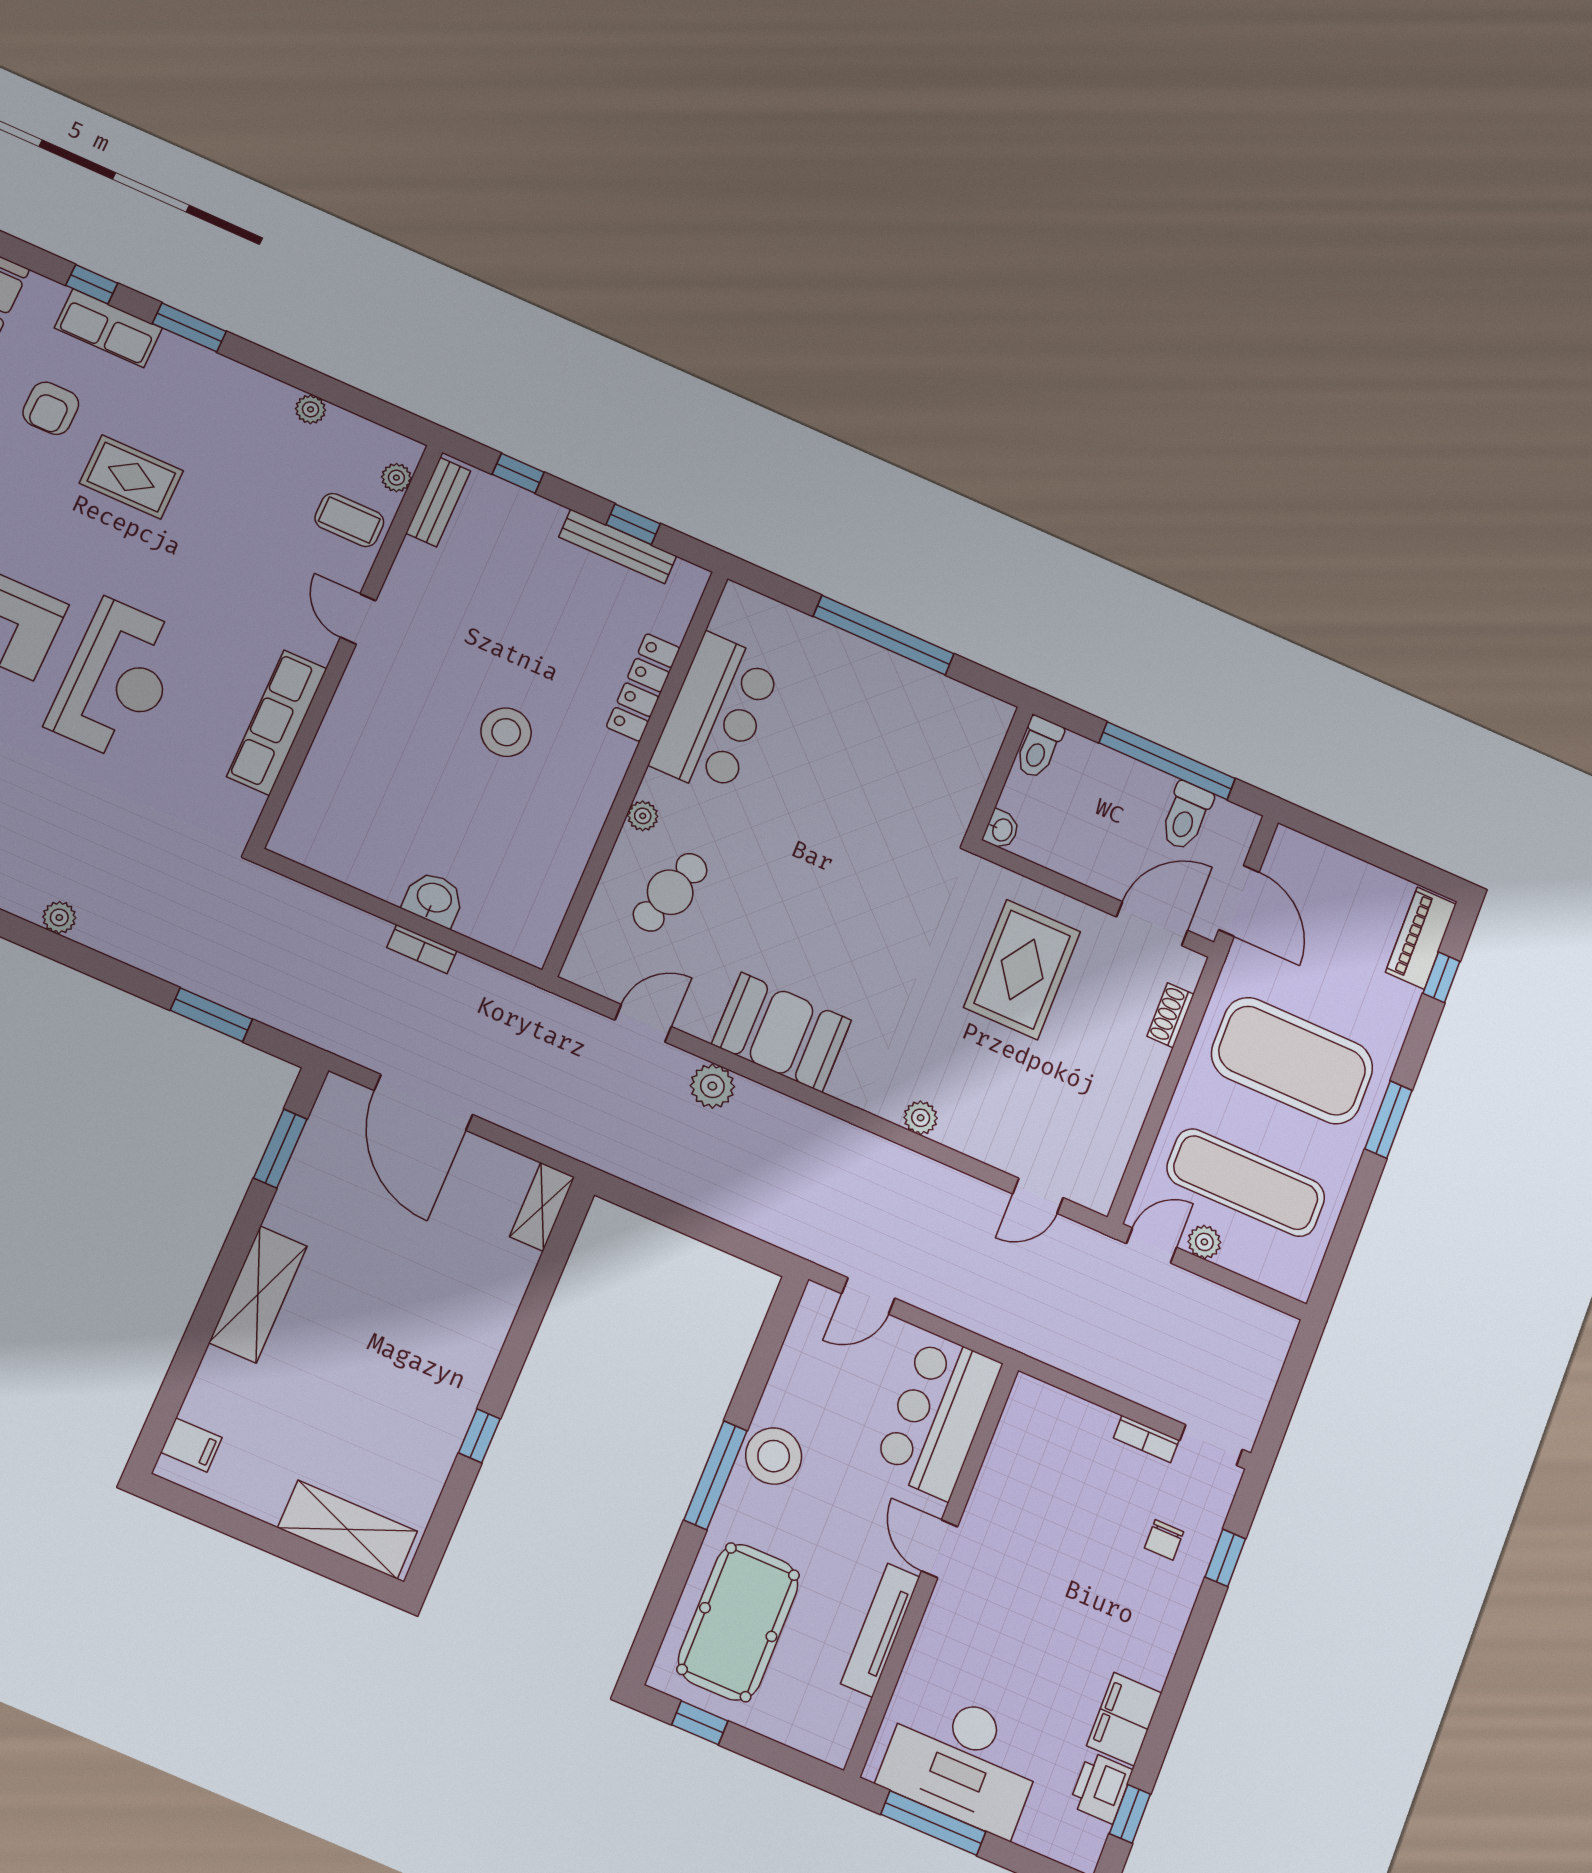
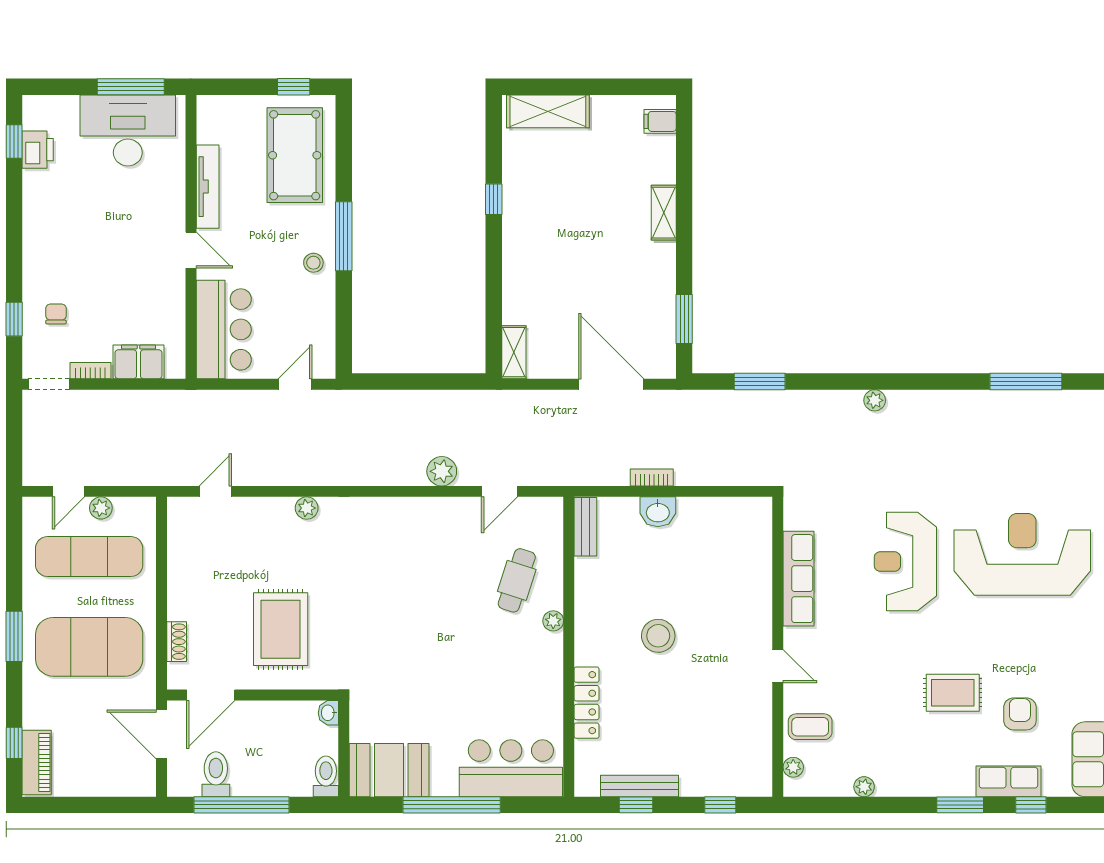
bench: (438, 502) -> (585, 527), moved
bar counter: (716, 715) -> (511, 768), moved, turned 90
booth: (782, 1032) -> (389, 770), moved
door: (1151, 1245) -> (68, 491), moved
shelving: (258, 1294) -> (664, 213), width x0.67, depth x0.75
stool: (774, 1456) -> (313, 263), width x0.53, depth x0.53
filing cabinet: (1124, 1719) -> (138, 362), moved, turned -90

